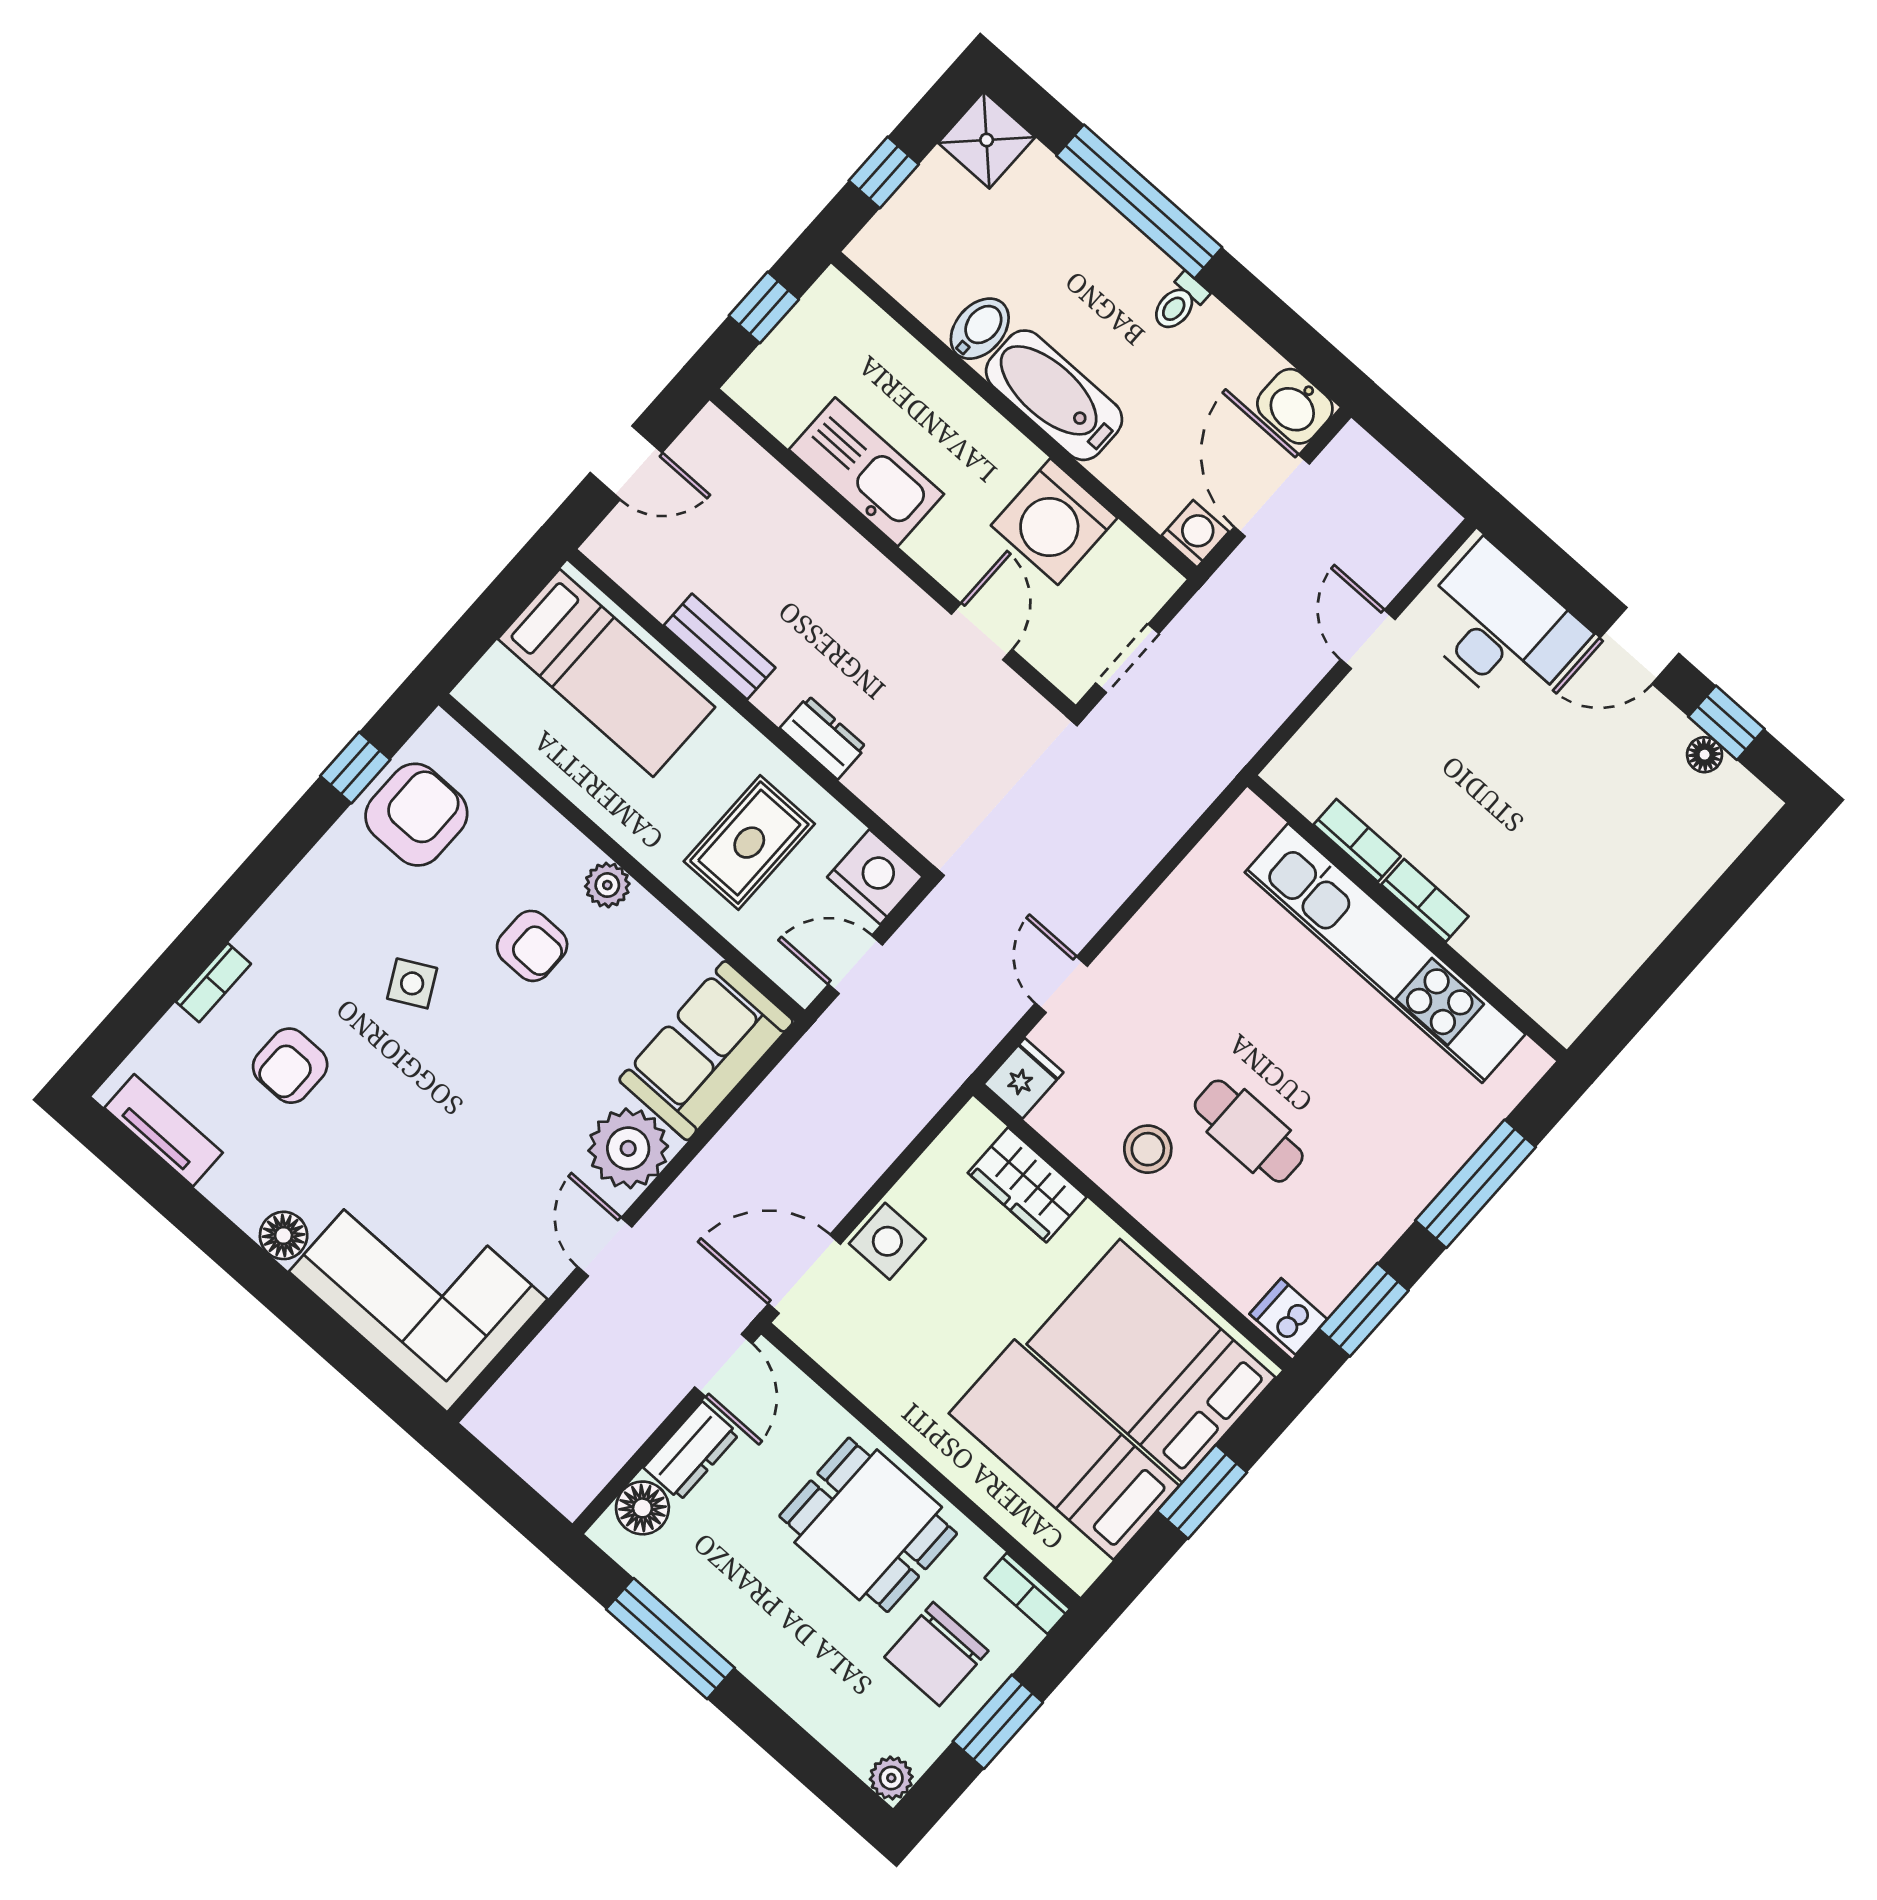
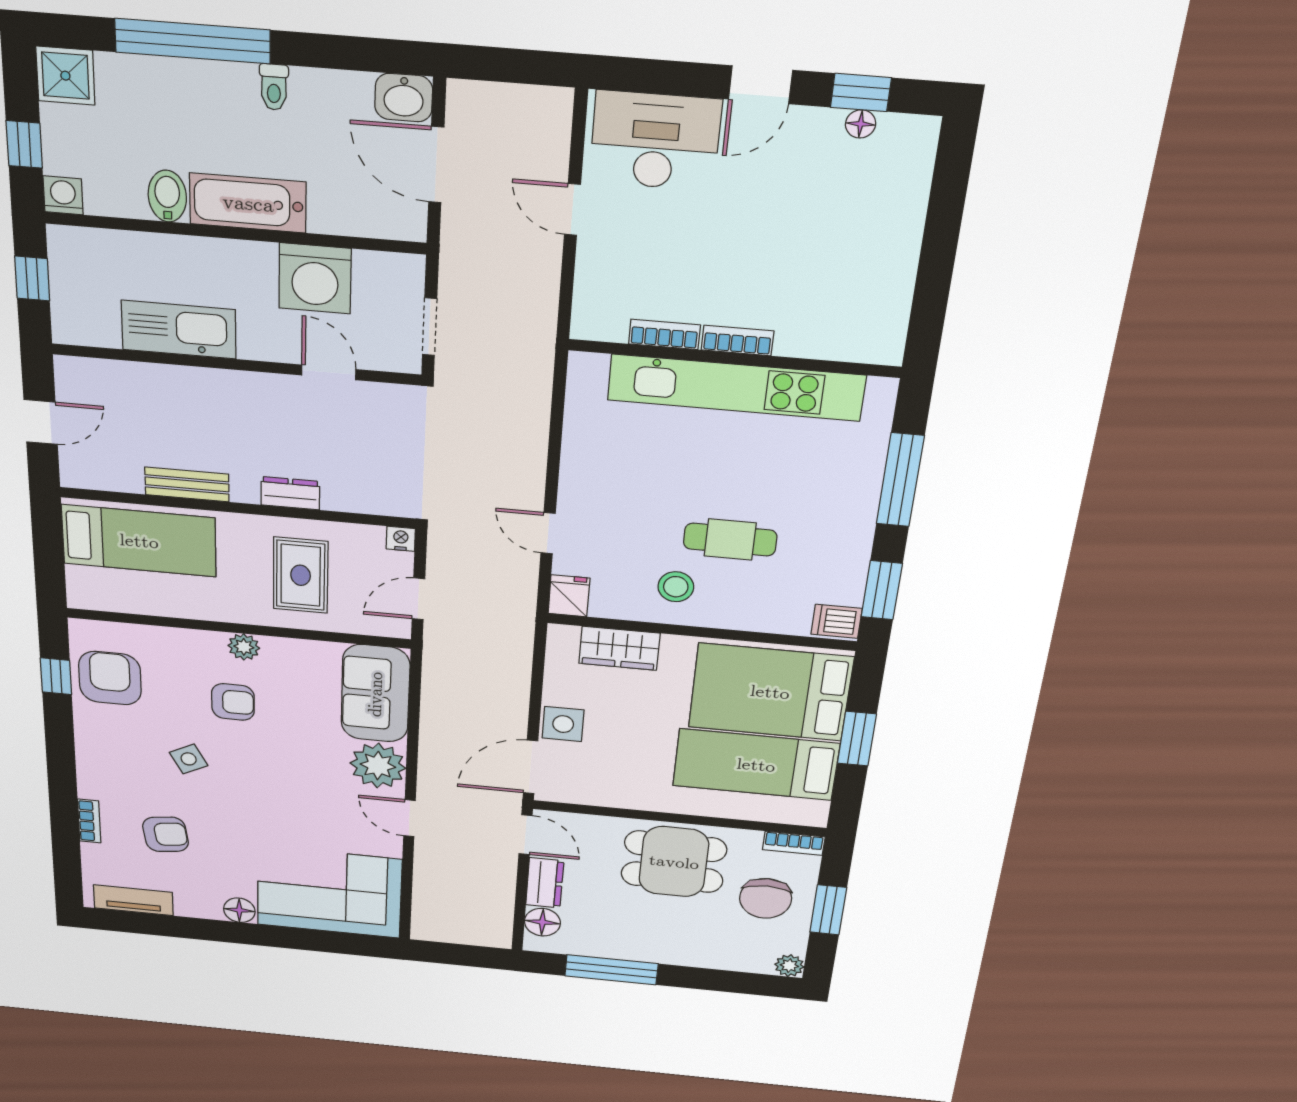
washing machine: (1195, 534) -> (63, 195), moved
nightstand: (875, 877) -> (401, 539), width x0.53, depth x0.56
armchair: (290, 1066) -> (166, 834), turned -98

